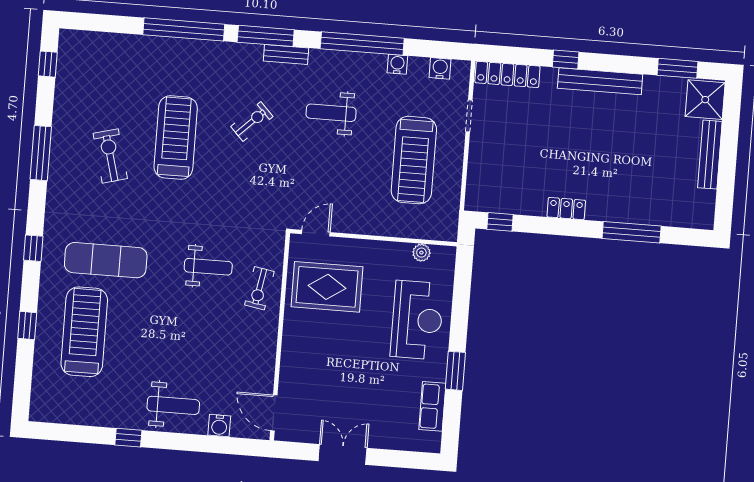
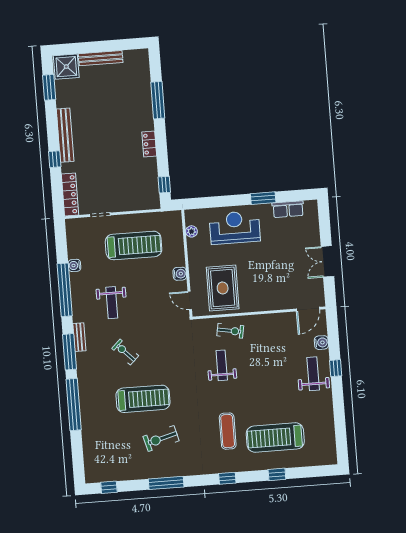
water cooler: (440, 68) -> (180, 274), moved, turned 180
treadmill: (176, 138) -> (143, 399), turned 180
exercise mat: (106, 260) -> (228, 431), width x0.73, depth x0.69
window: (128, 438) -> (336, 368), moved

